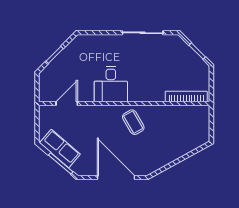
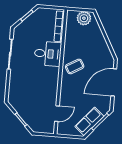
desk: (111, 84) -> (48, 54), moved
door: (67, 103) -> (57, 114), swing flipped
plant: (200, 129) -> (84, 18), added

